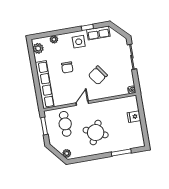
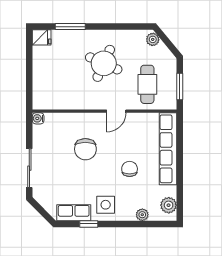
chair: (98, 75) -> (85, 149), turned 126
fridge: (134, 117) -> (42, 37), moved

